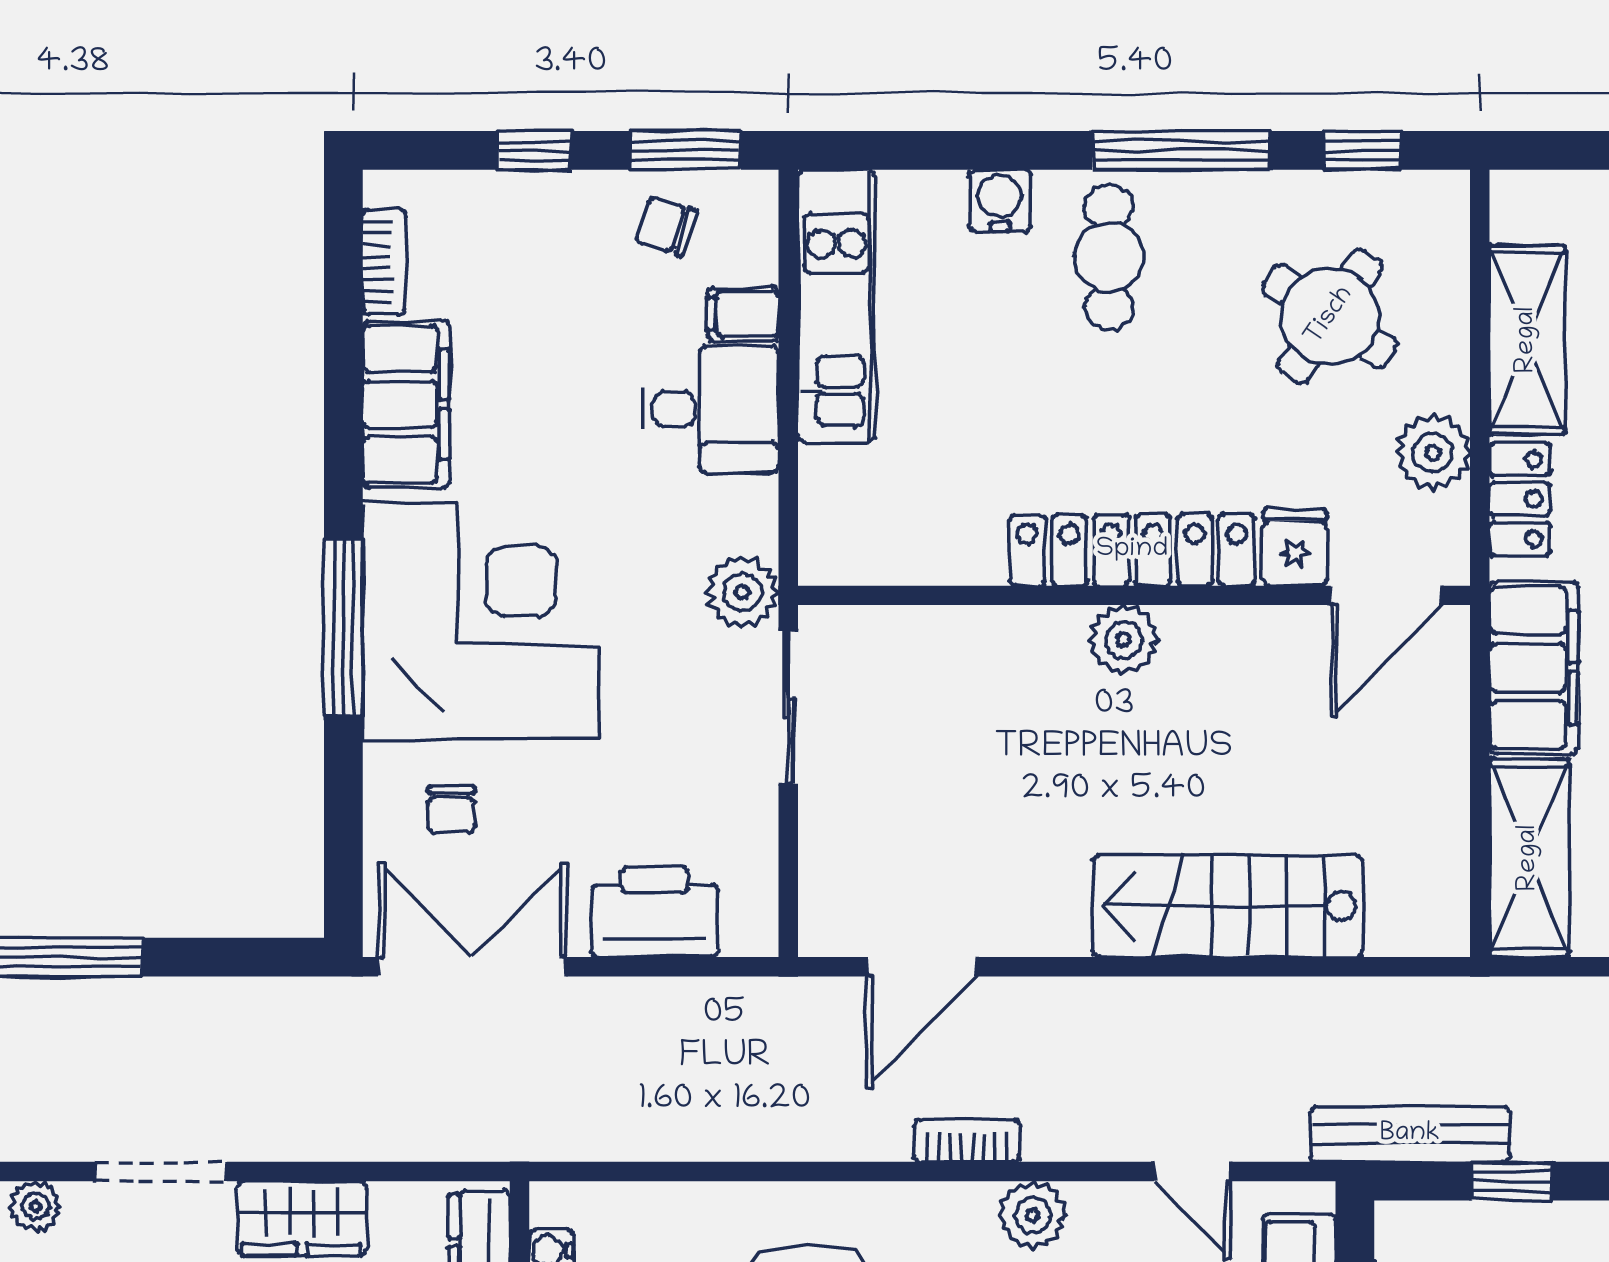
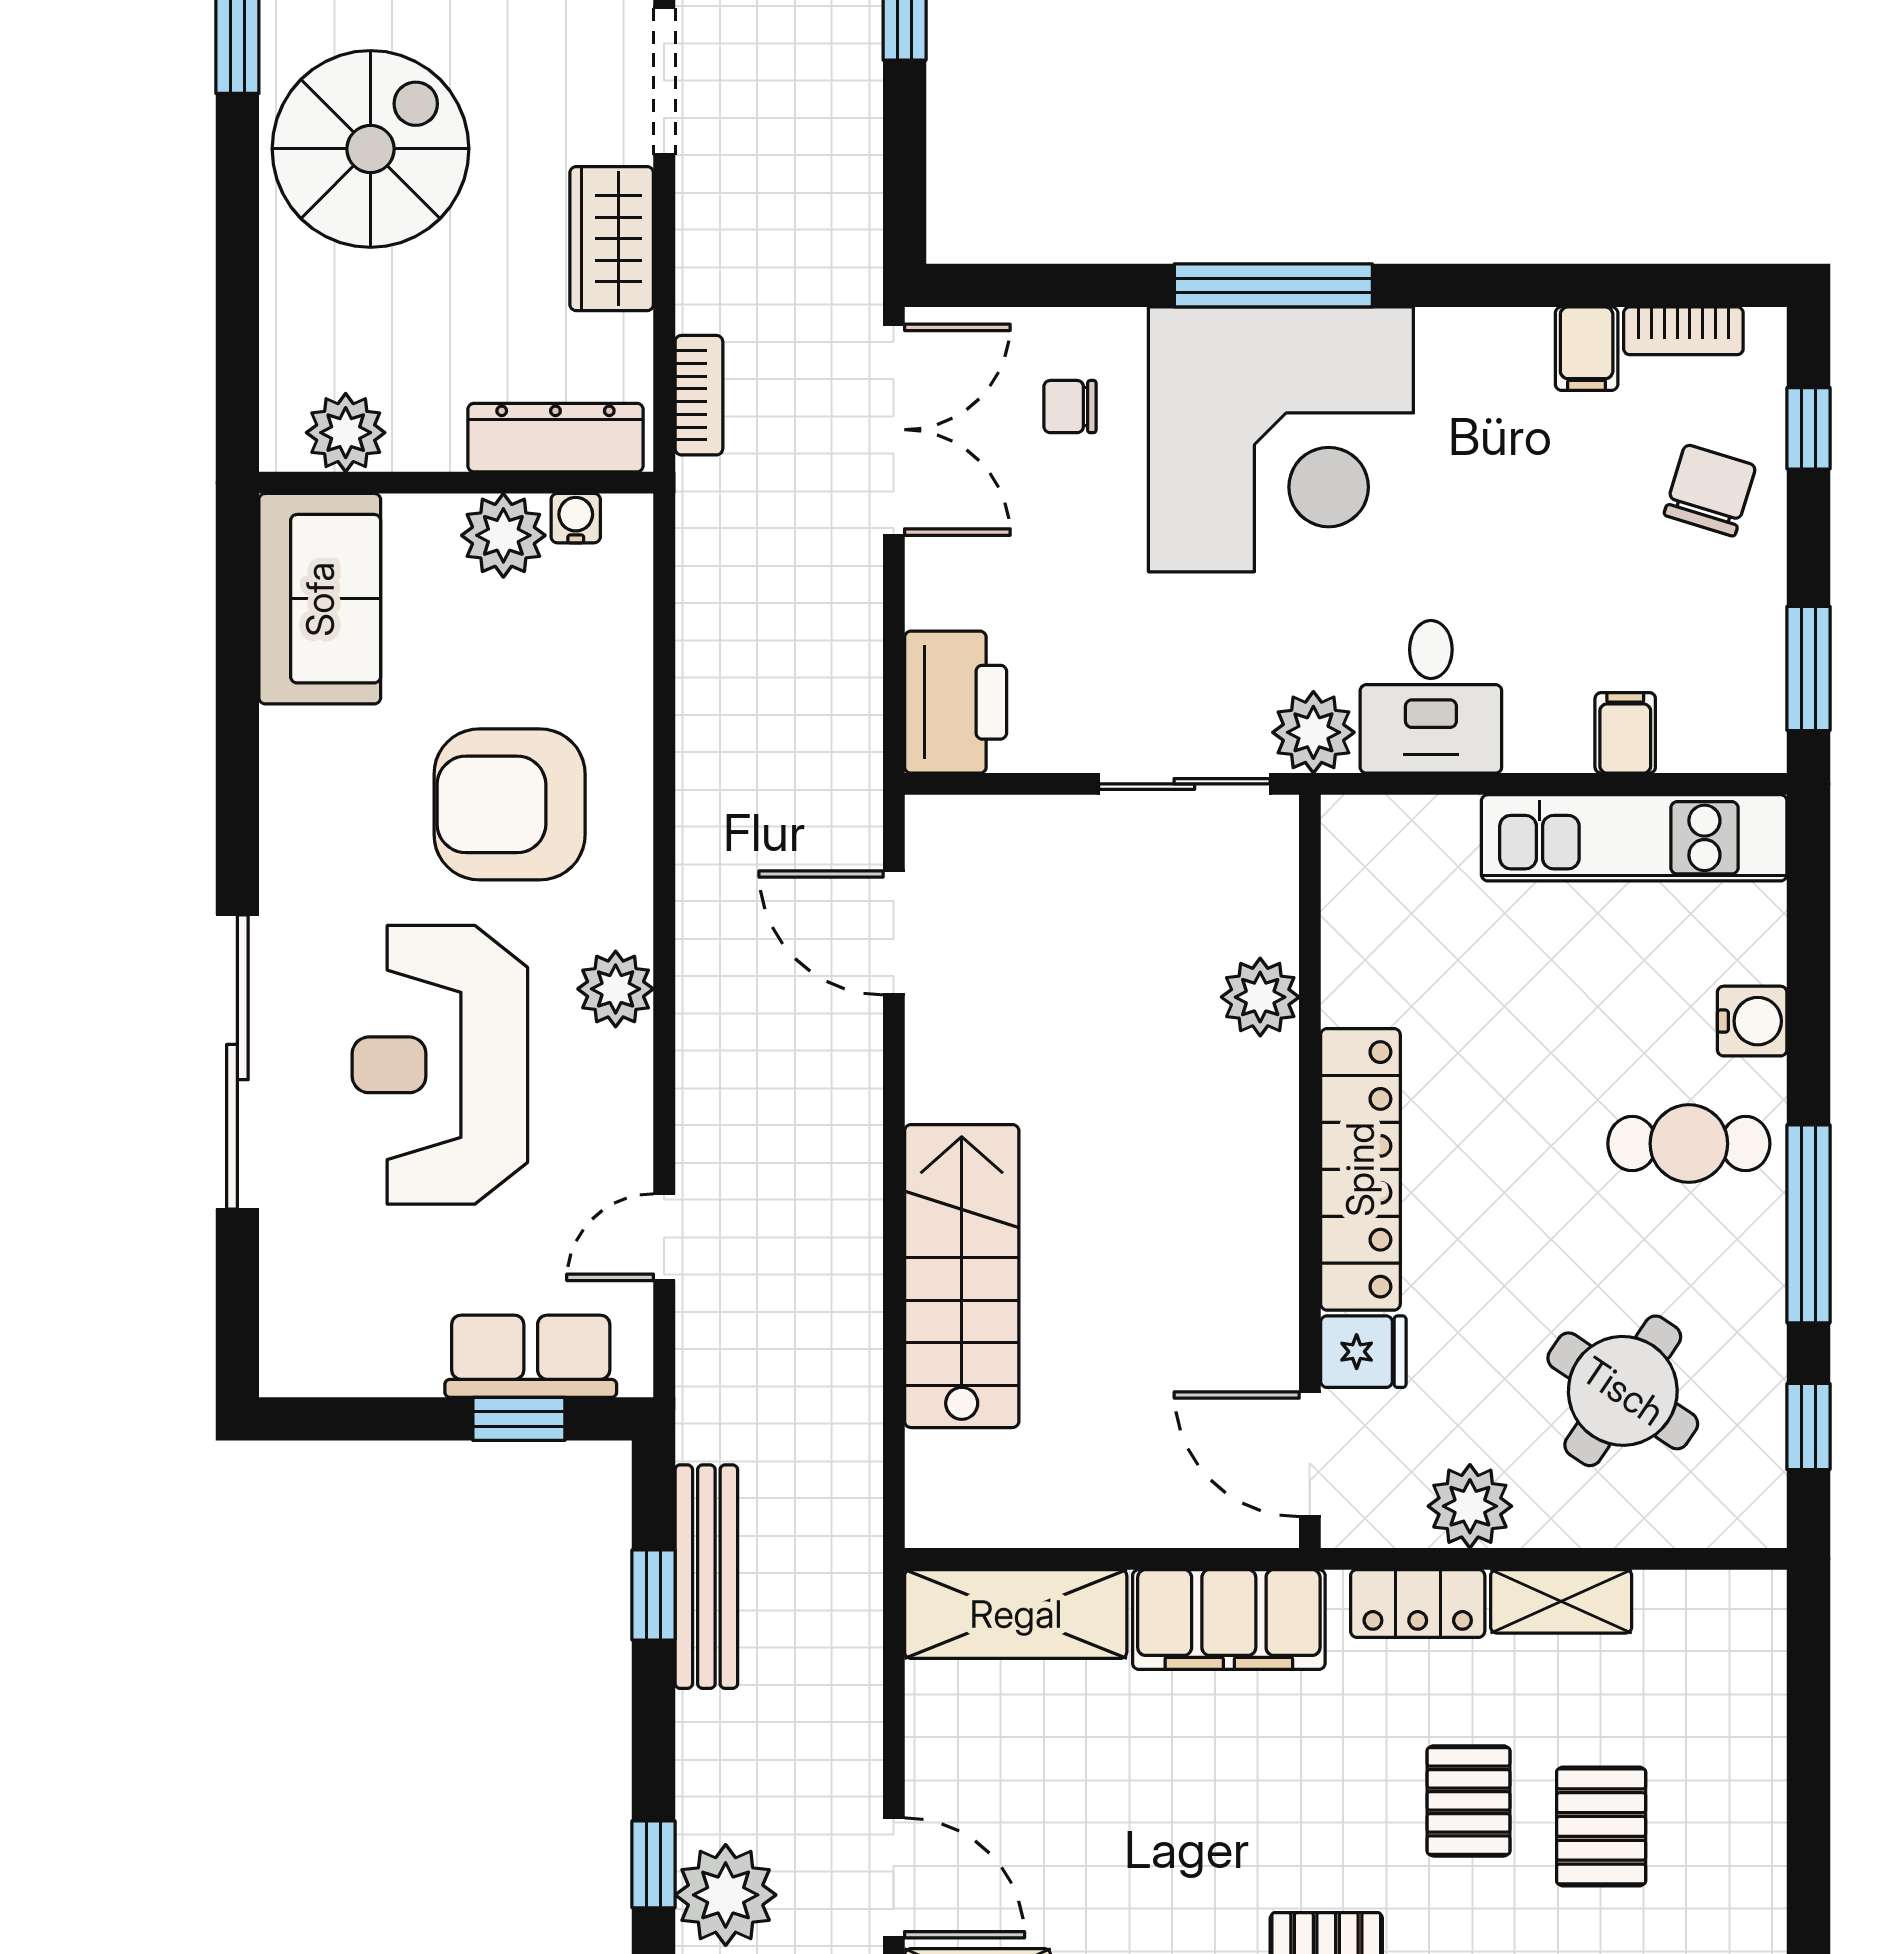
window: (534, 150) -> (1809, 428), moved
chair: (666, 226) -> (1710, 490), moved, width x1.37, depth x1.37
shelving: (1527, 340) -> (1561, 1601), width x0.67, depth x0.75
filing cabinet: (406, 404) -> (1587, 349), width x0.33, depth x0.86
desk: (711, 409) -> (1431, 697), moved
plant: (1123, 640) -> (1260, 997), moved
printer: (655, 912) -> (956, 702), moved
bench: (1410, 1134) -> (706, 1577), moved
bookcase: (967, 1141) -> (699, 395), moved
plant: (1033, 1215) -> (616, 989), moved

